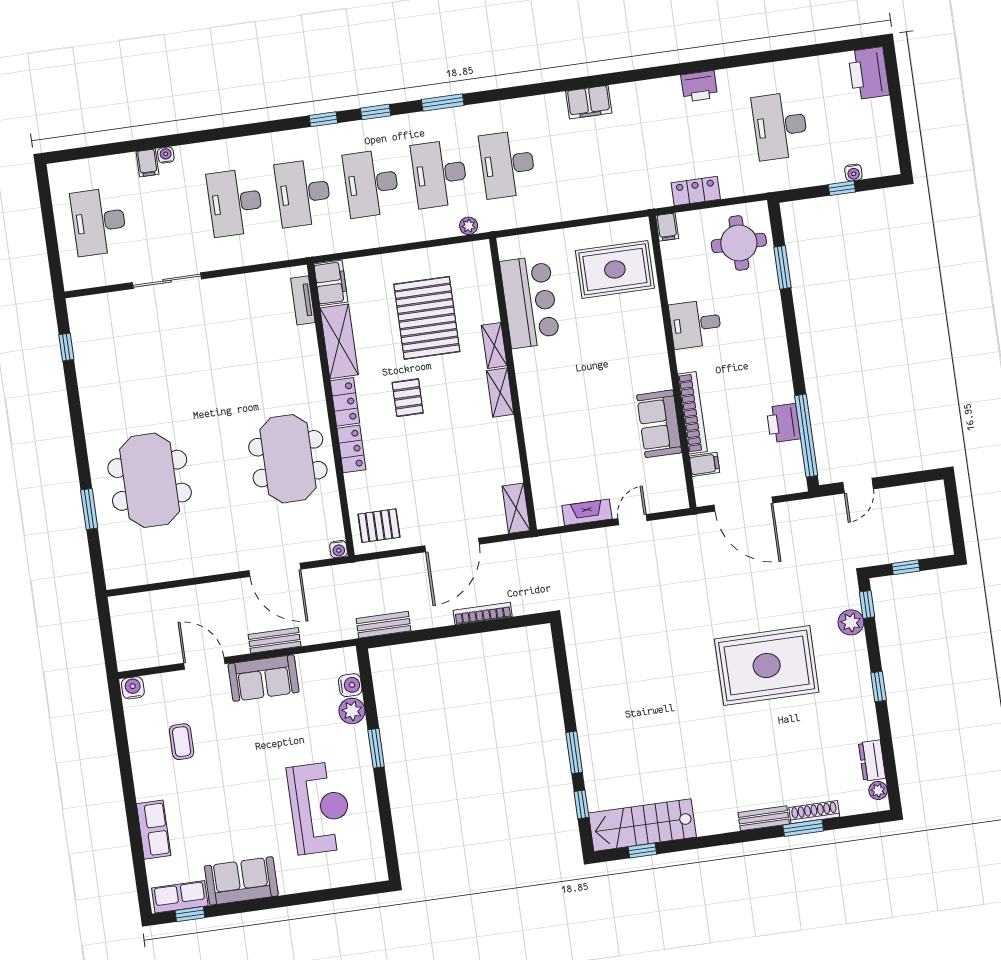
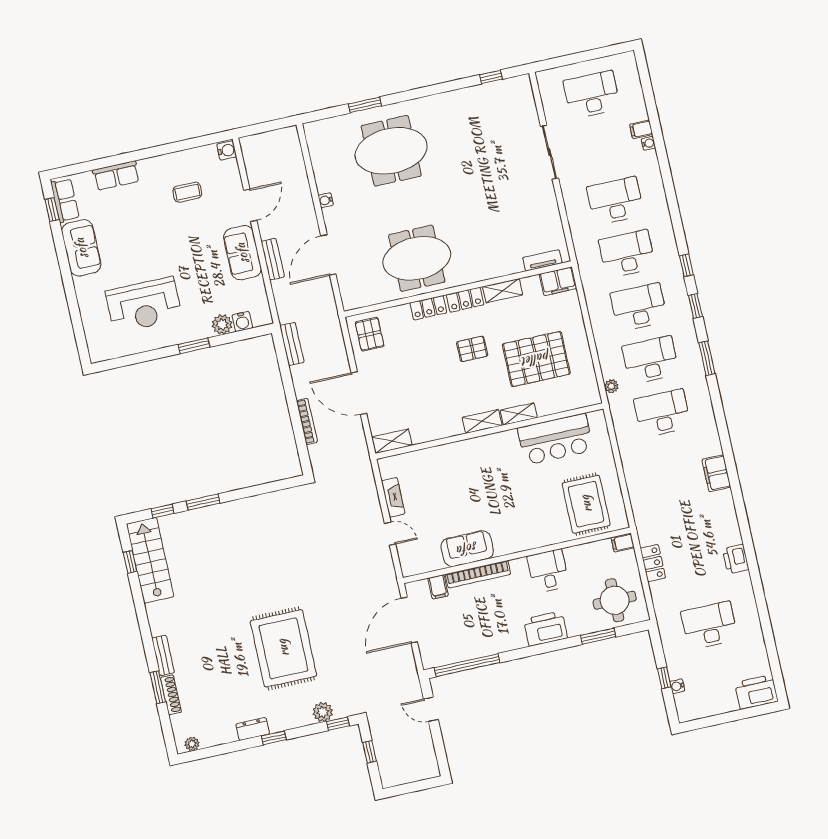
shelving: (339, 341) -> (503, 291), width x0.67, depth x0.75
printer: (783, 423) -> (545, 629), moved, width x1.37, depth x1.19
water cooler: (339, 549) -> (326, 200), moved
dresser: (872, 760) -> (253, 729), moved

